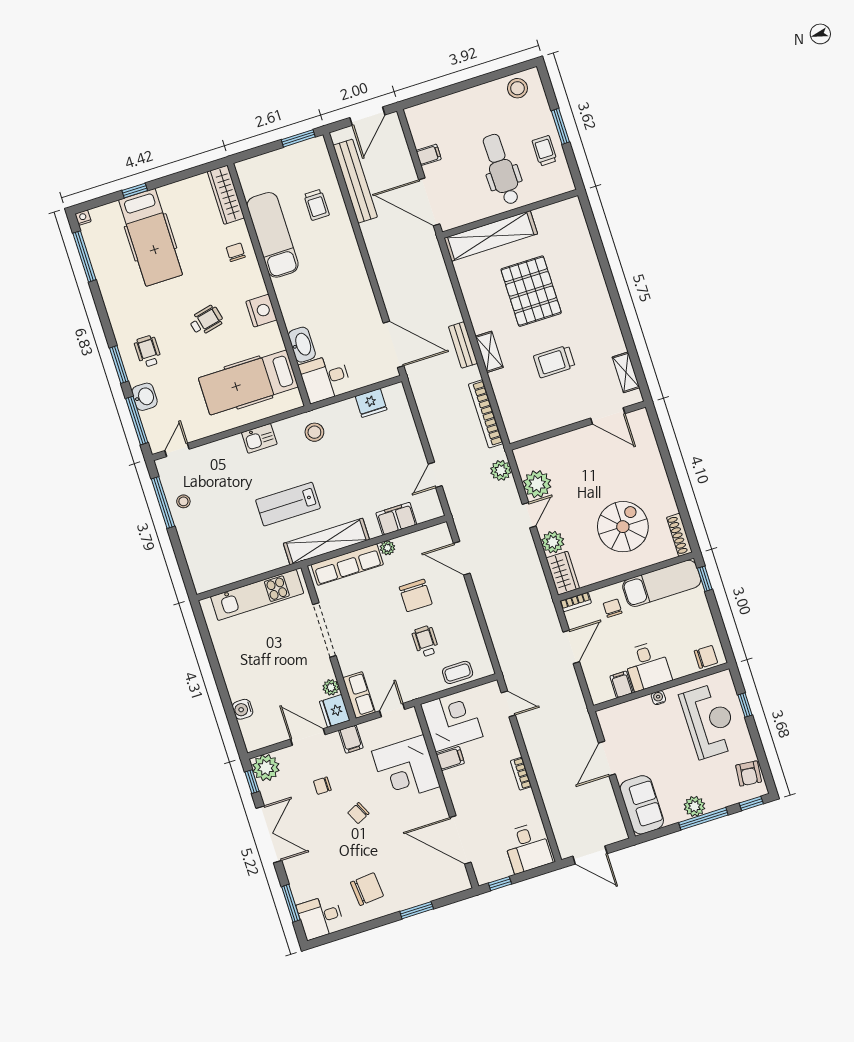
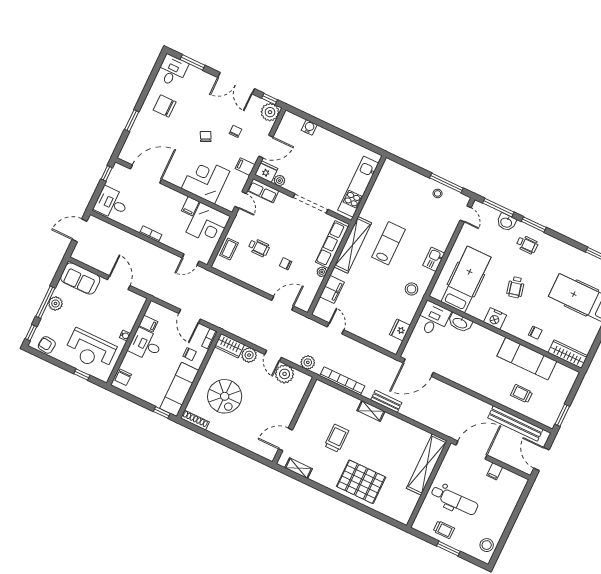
pallet: (531, 291) -> (361, 482), moved
chair: (416, 595) -> (286, 264), width x0.54, depth x0.54
chair: (367, 889) -> (165, 106), turned 95

